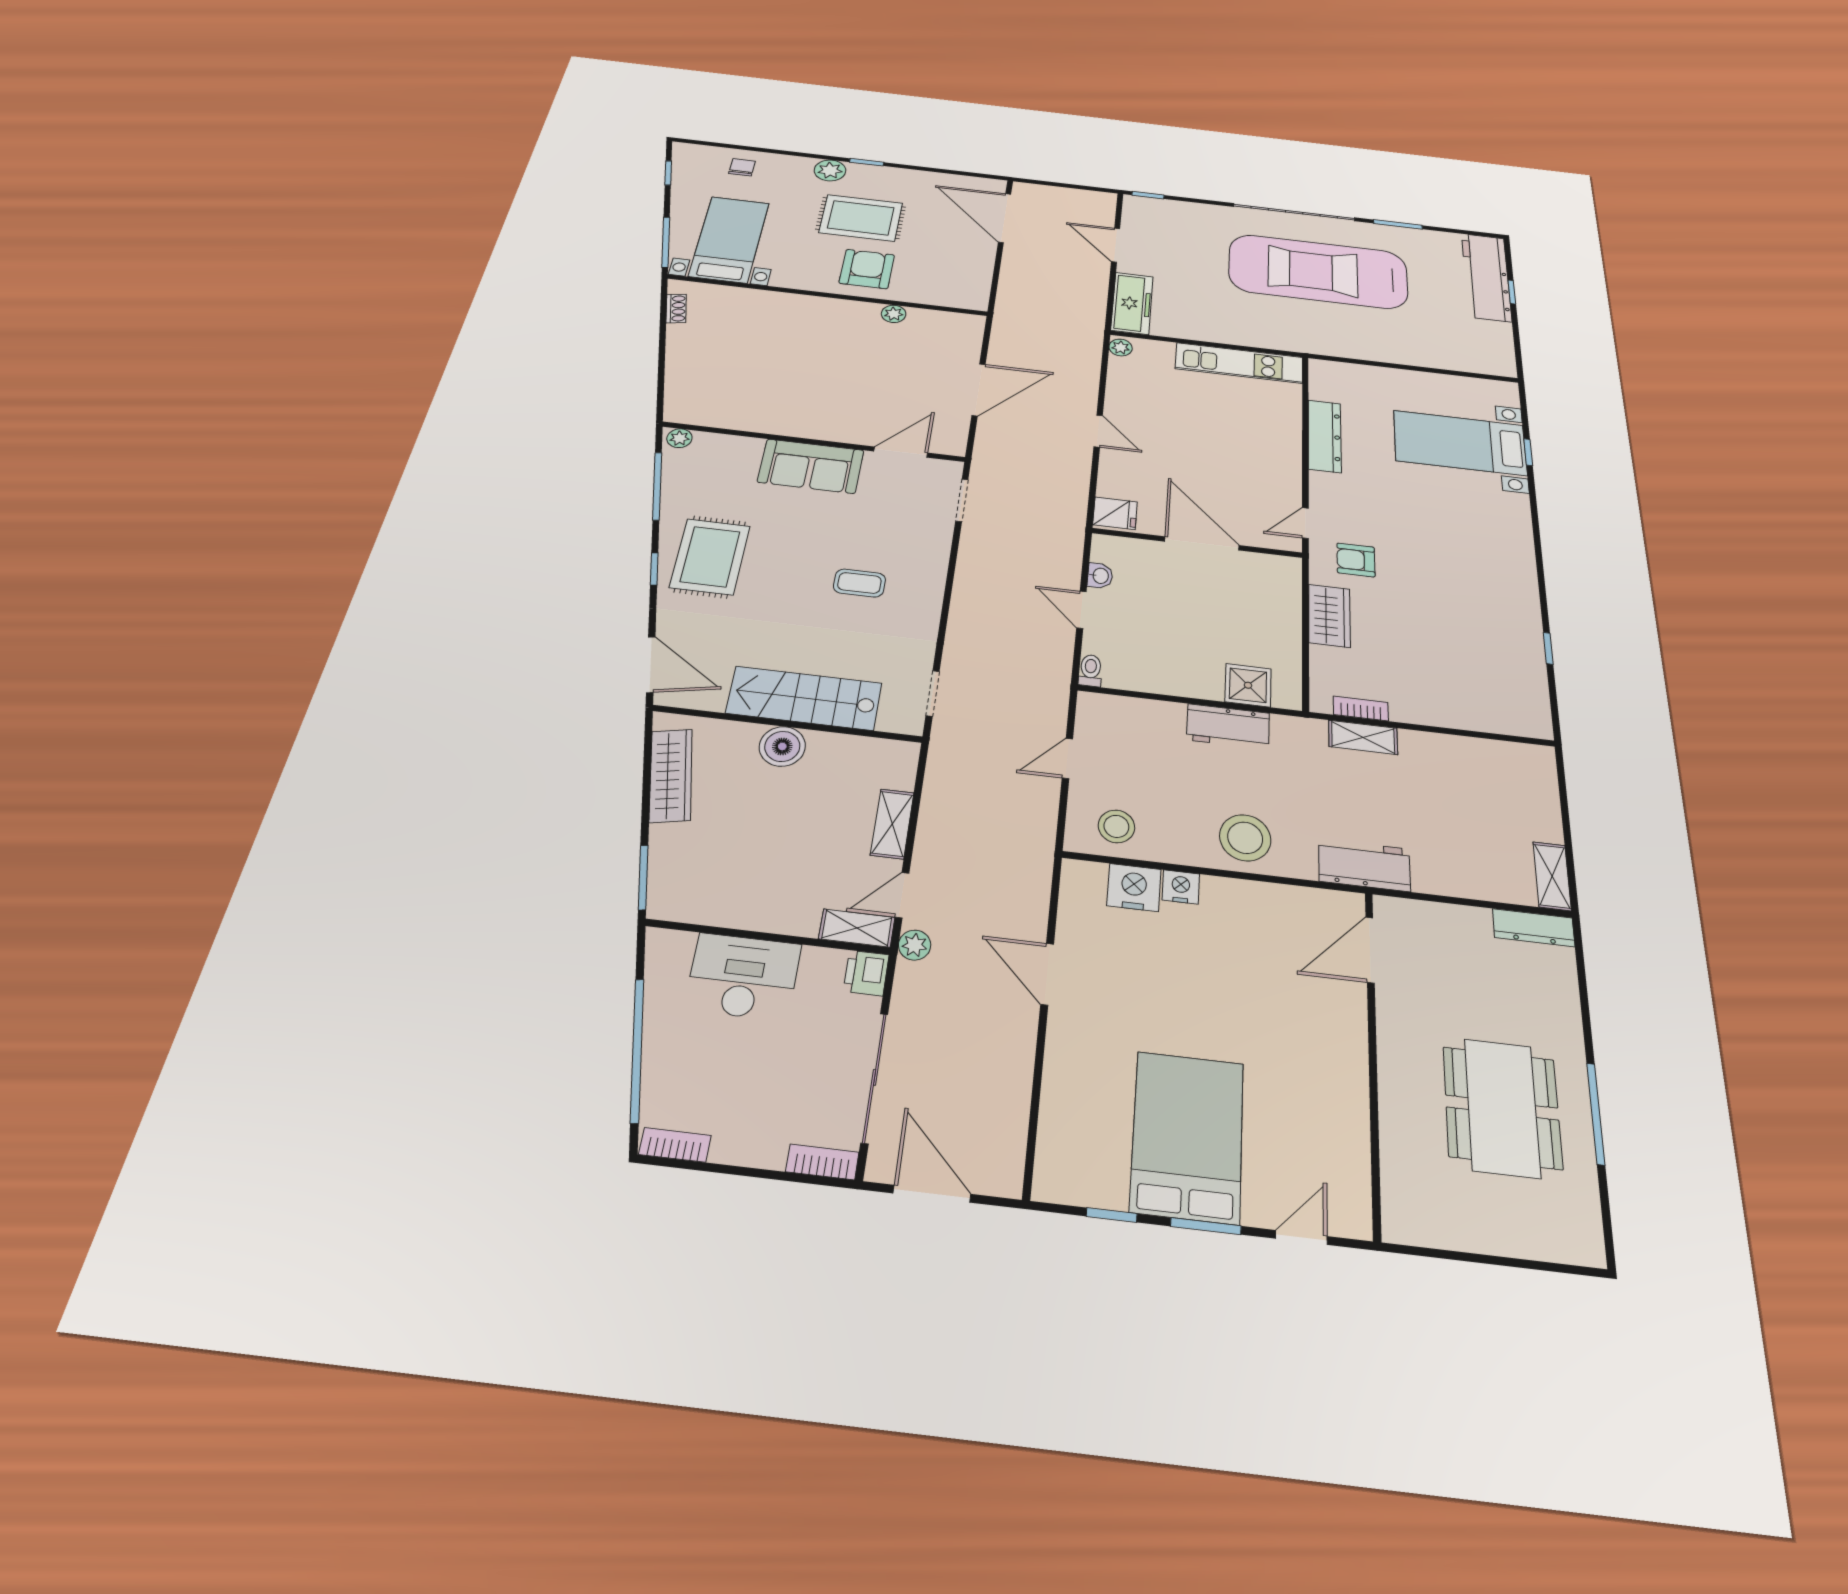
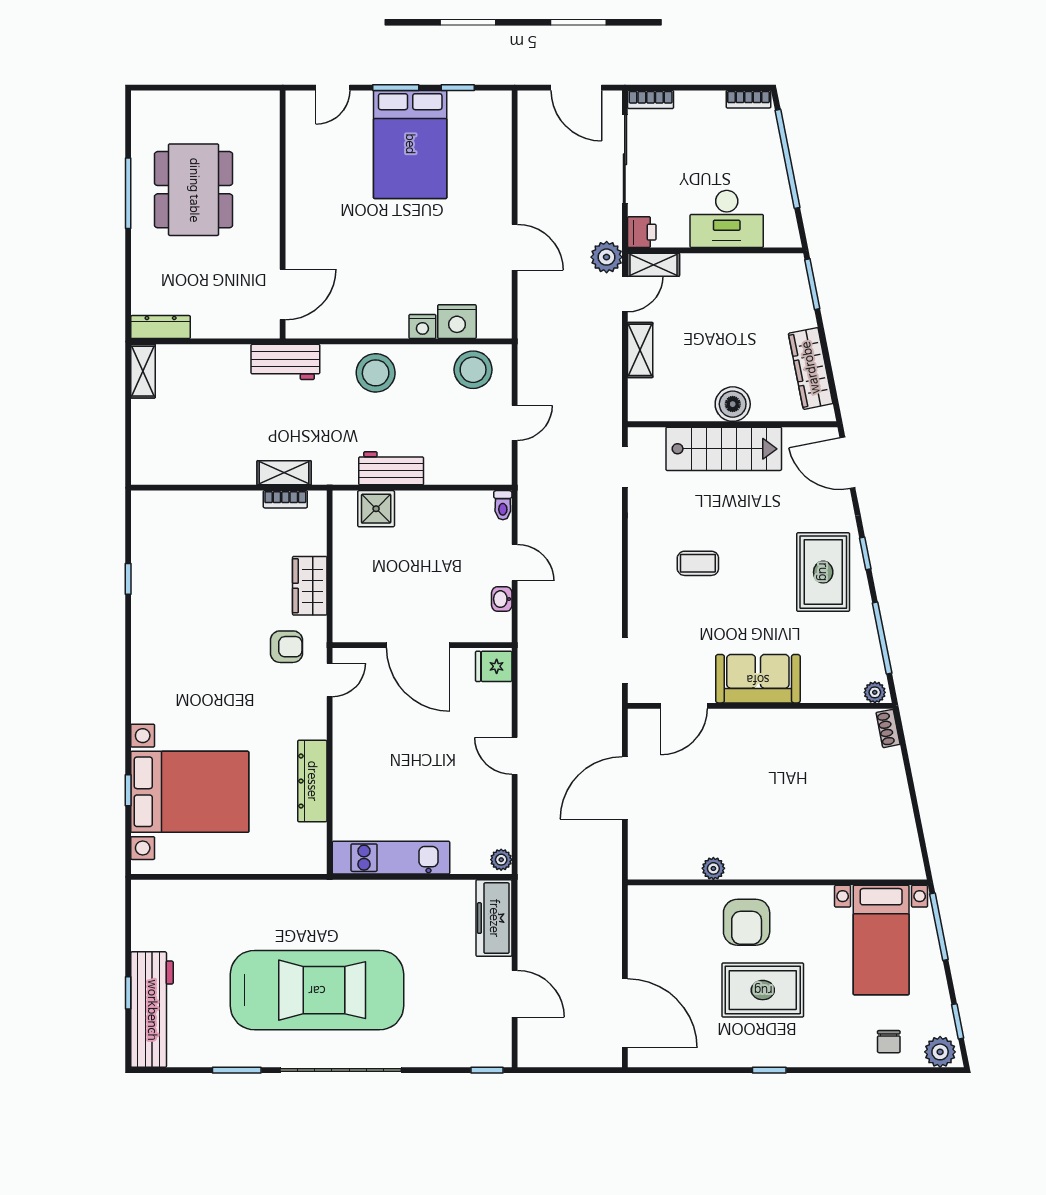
plant: (830, 170) -> (940, 1052), moved
shoe rack: (676, 308) -> (888, 728), moved
bed with nightstands: (1460, 443) -> (190, 792), width x1.36
stool: (1116, 826) -> (473, 370), width x1.38, depth x1.38
plant: (915, 945) -> (607, 257), width x1.38, depth x1.38

